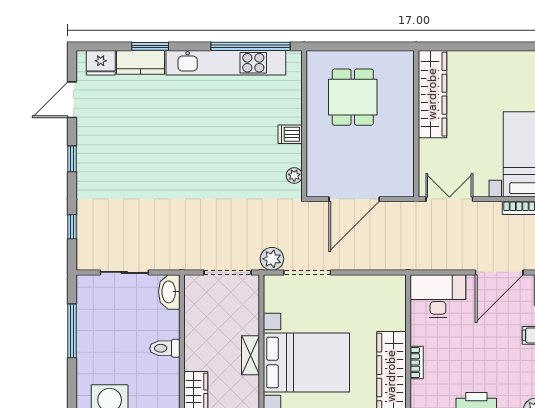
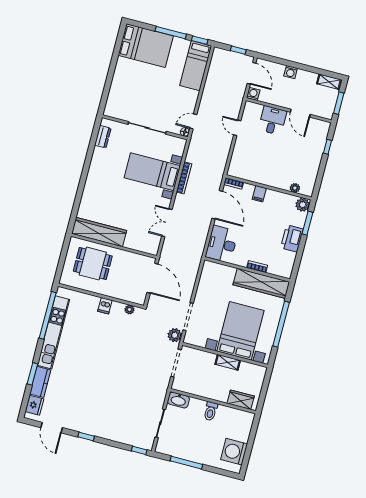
wardrobe: (432, 94) -> (99, 232), moved
wall: (416, 124) -> (114, 246), moved
window: (72, 227) -> (139, 450), moved

